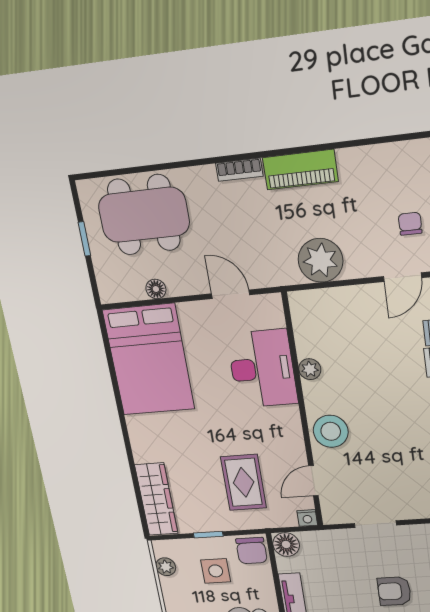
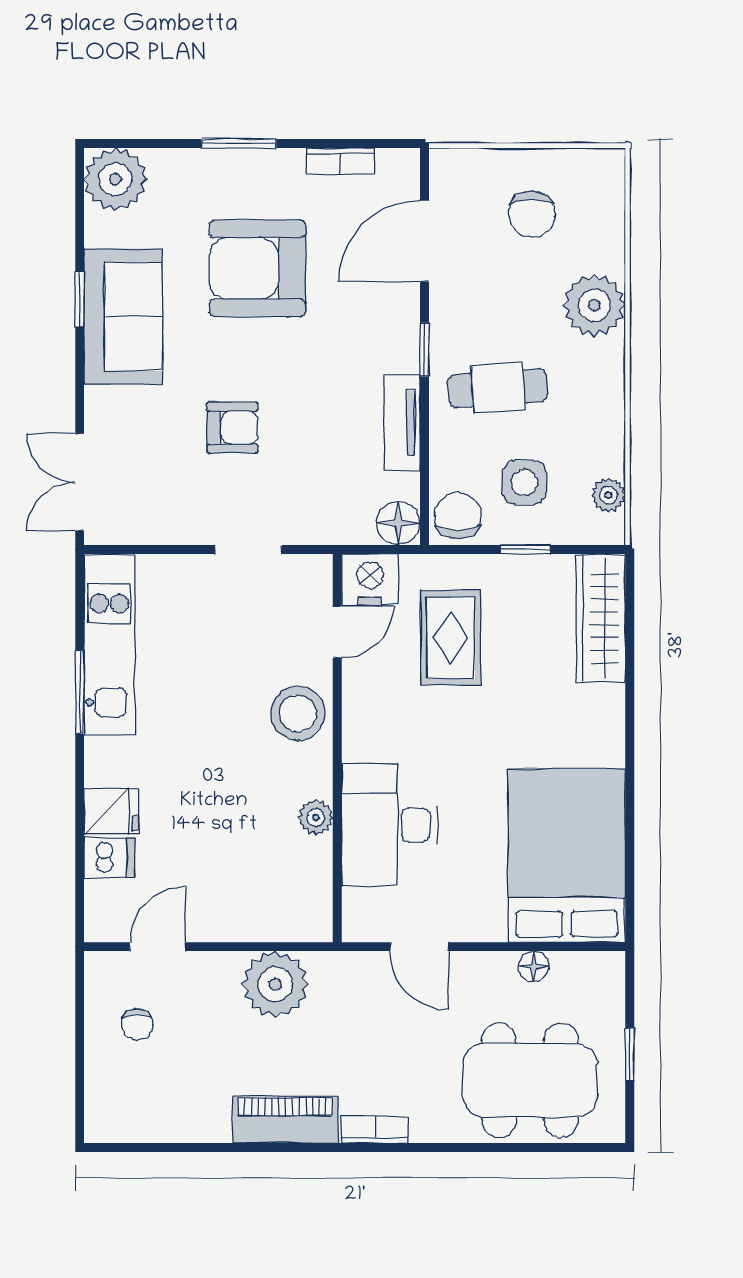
nightstand: (307, 518) -> (370, 579), width x1.89, depth x1.79

